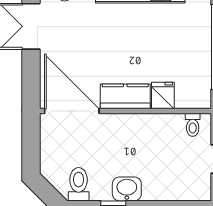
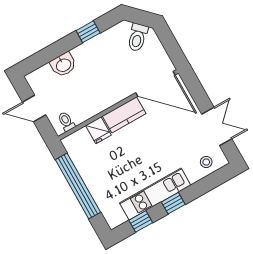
toilet: (79, 184) -> (138, 37), moved, turned 45
washbasin: (127, 189) -> (63, 65), moved

